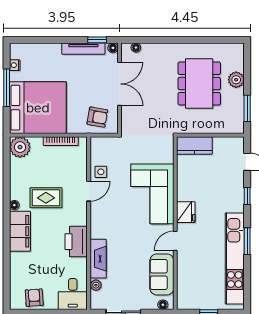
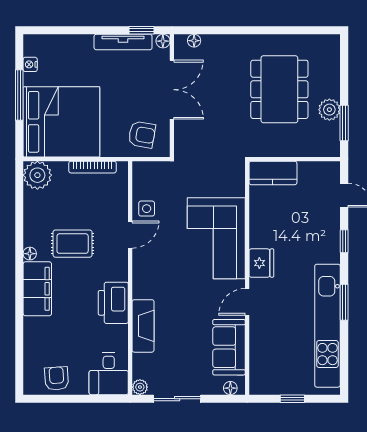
plant: (236, 80) -> (329, 110), moved
plant: (96, 285) -> (140, 387), moved

